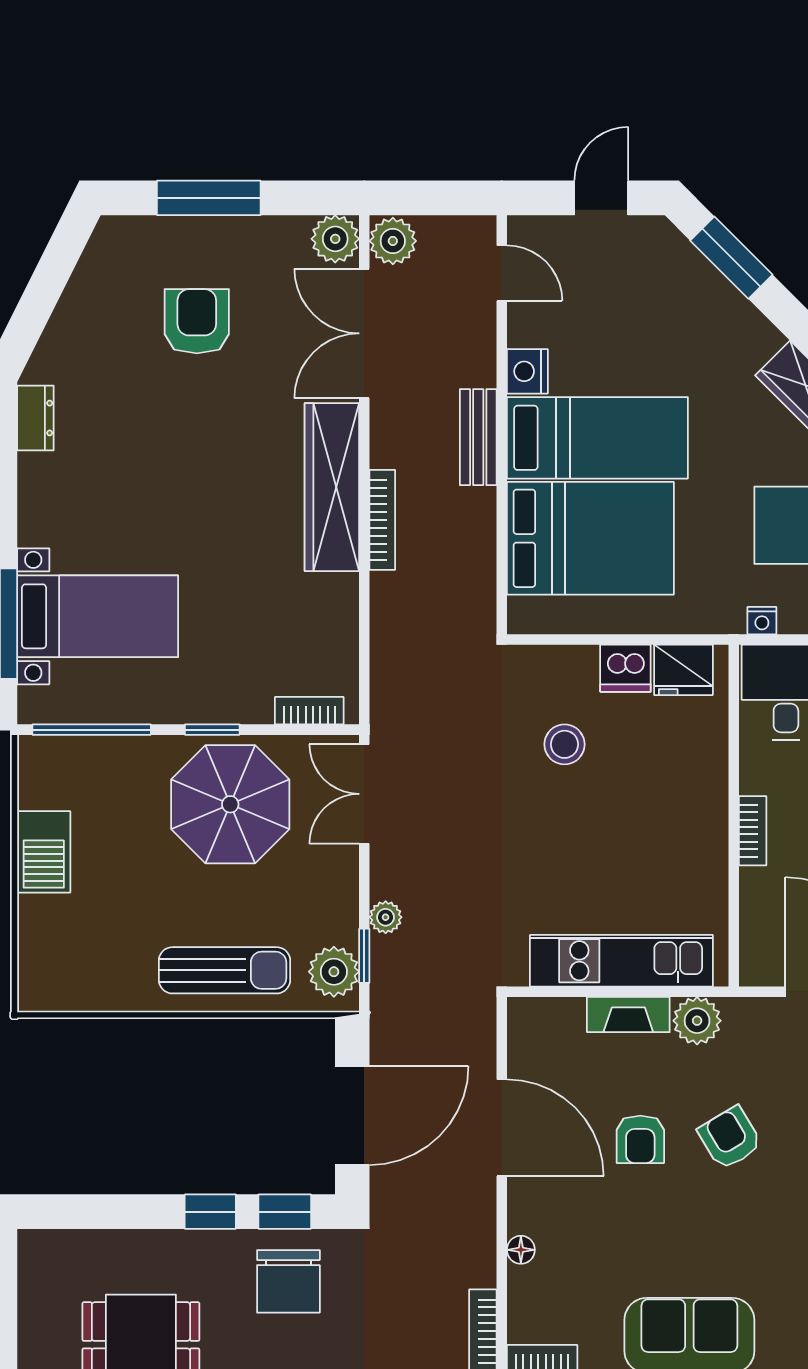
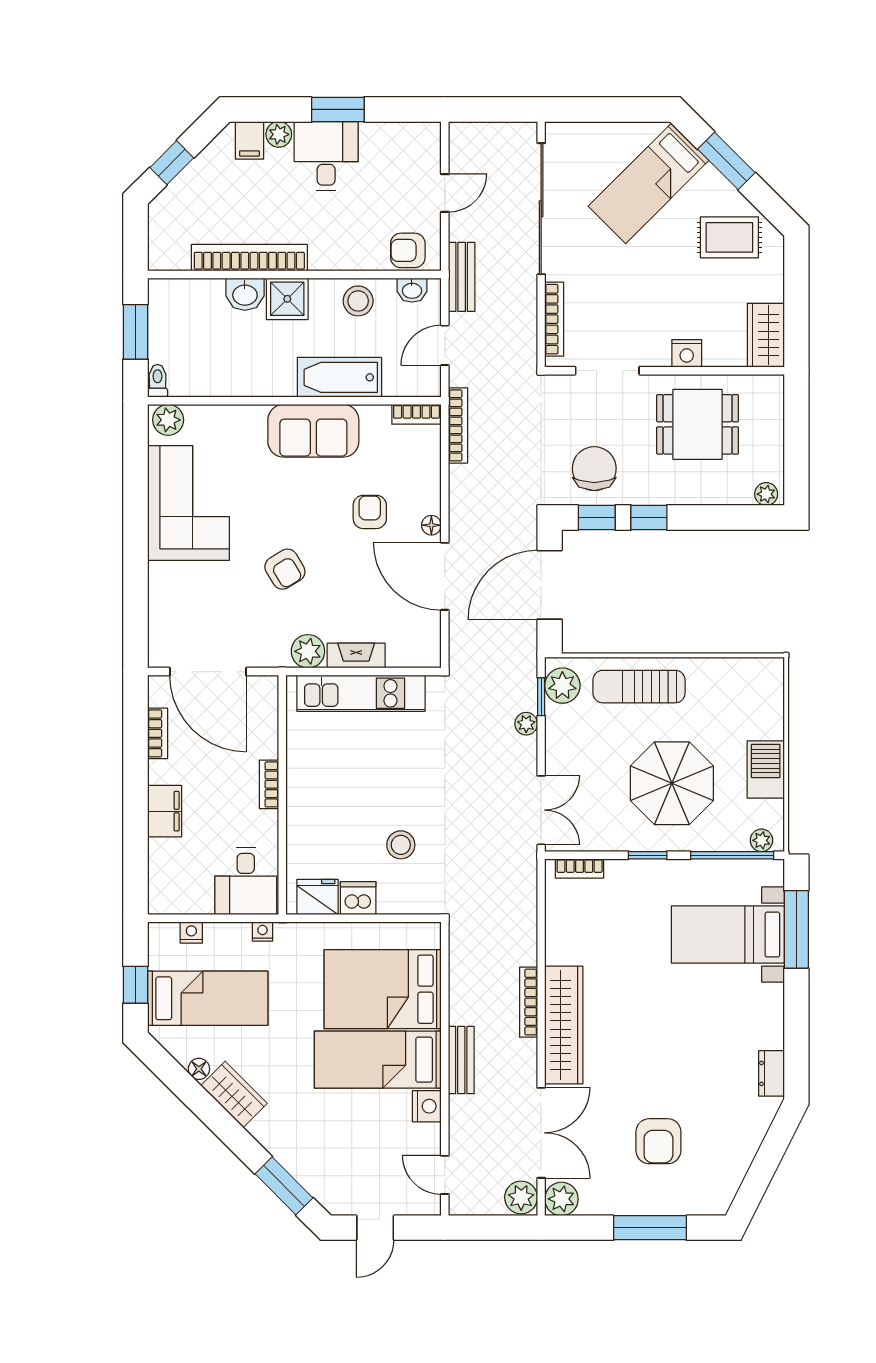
plant: (50, 751) -> (761, 840), added
parasol: (230, 804) -> (672, 783), moved
armchair: (640, 1139) -> (370, 512), moved
plant: (43, 1245) -> (766, 494), added
floor lamp: (521, 1250) -> (431, 525), moved

